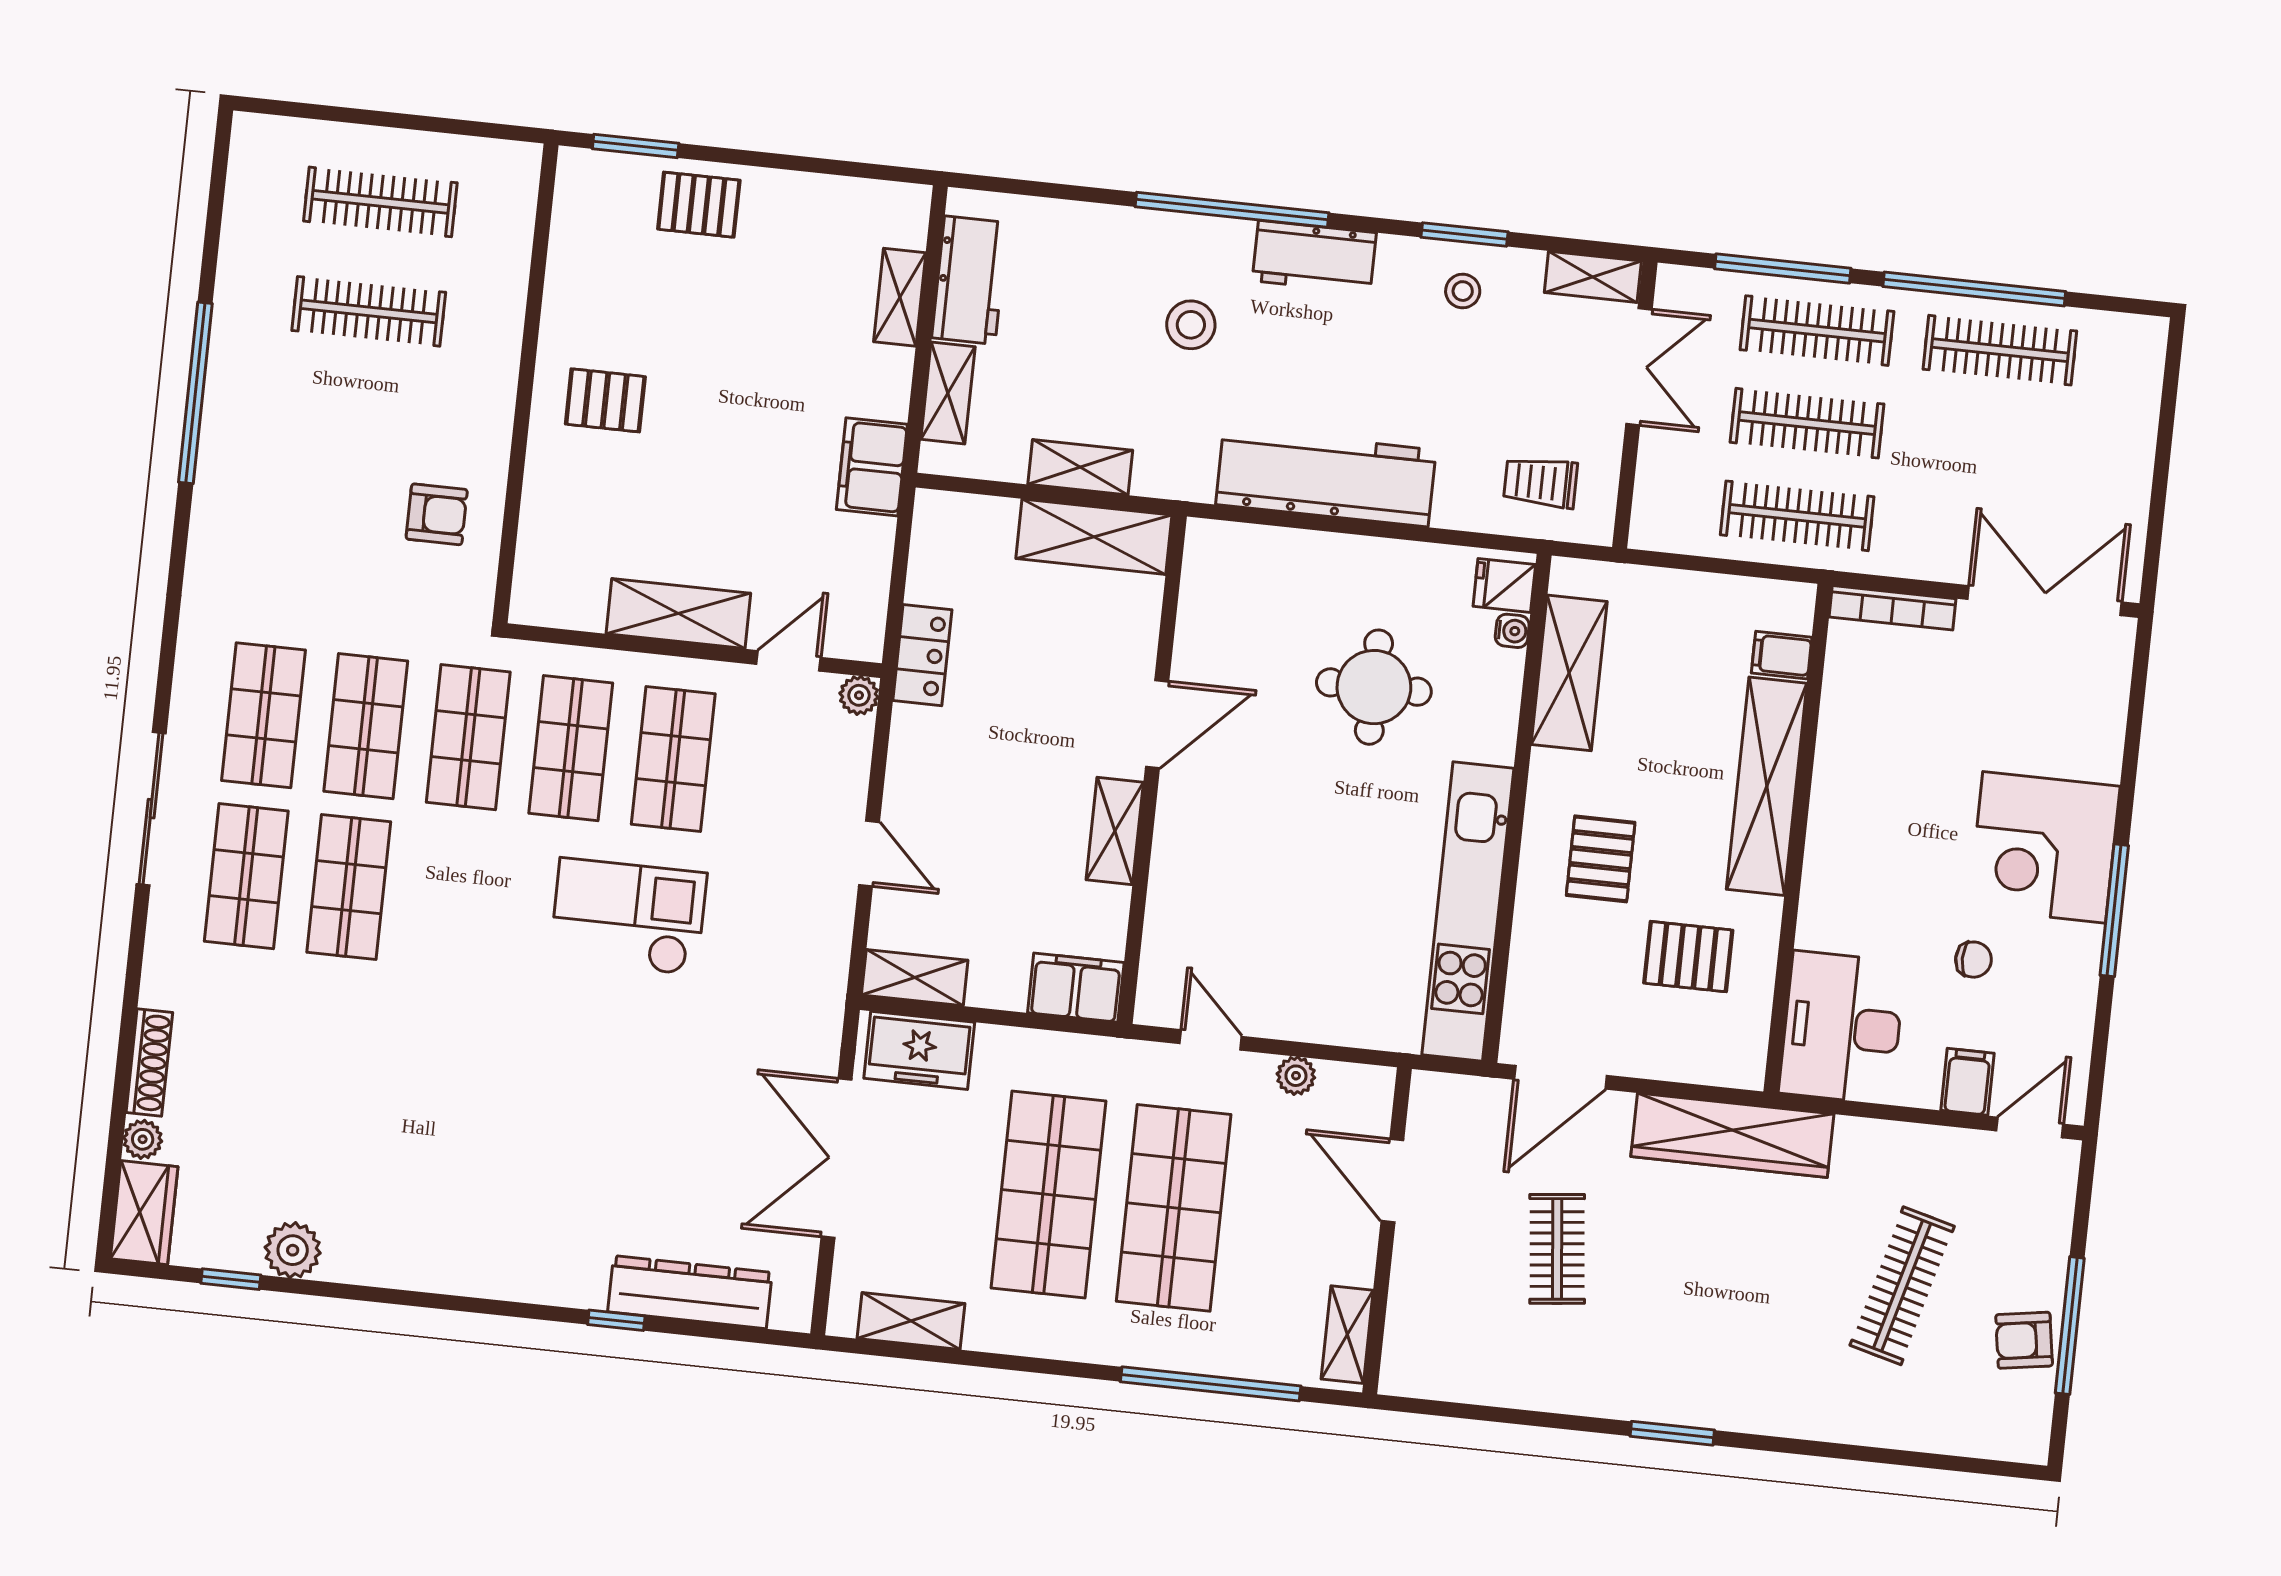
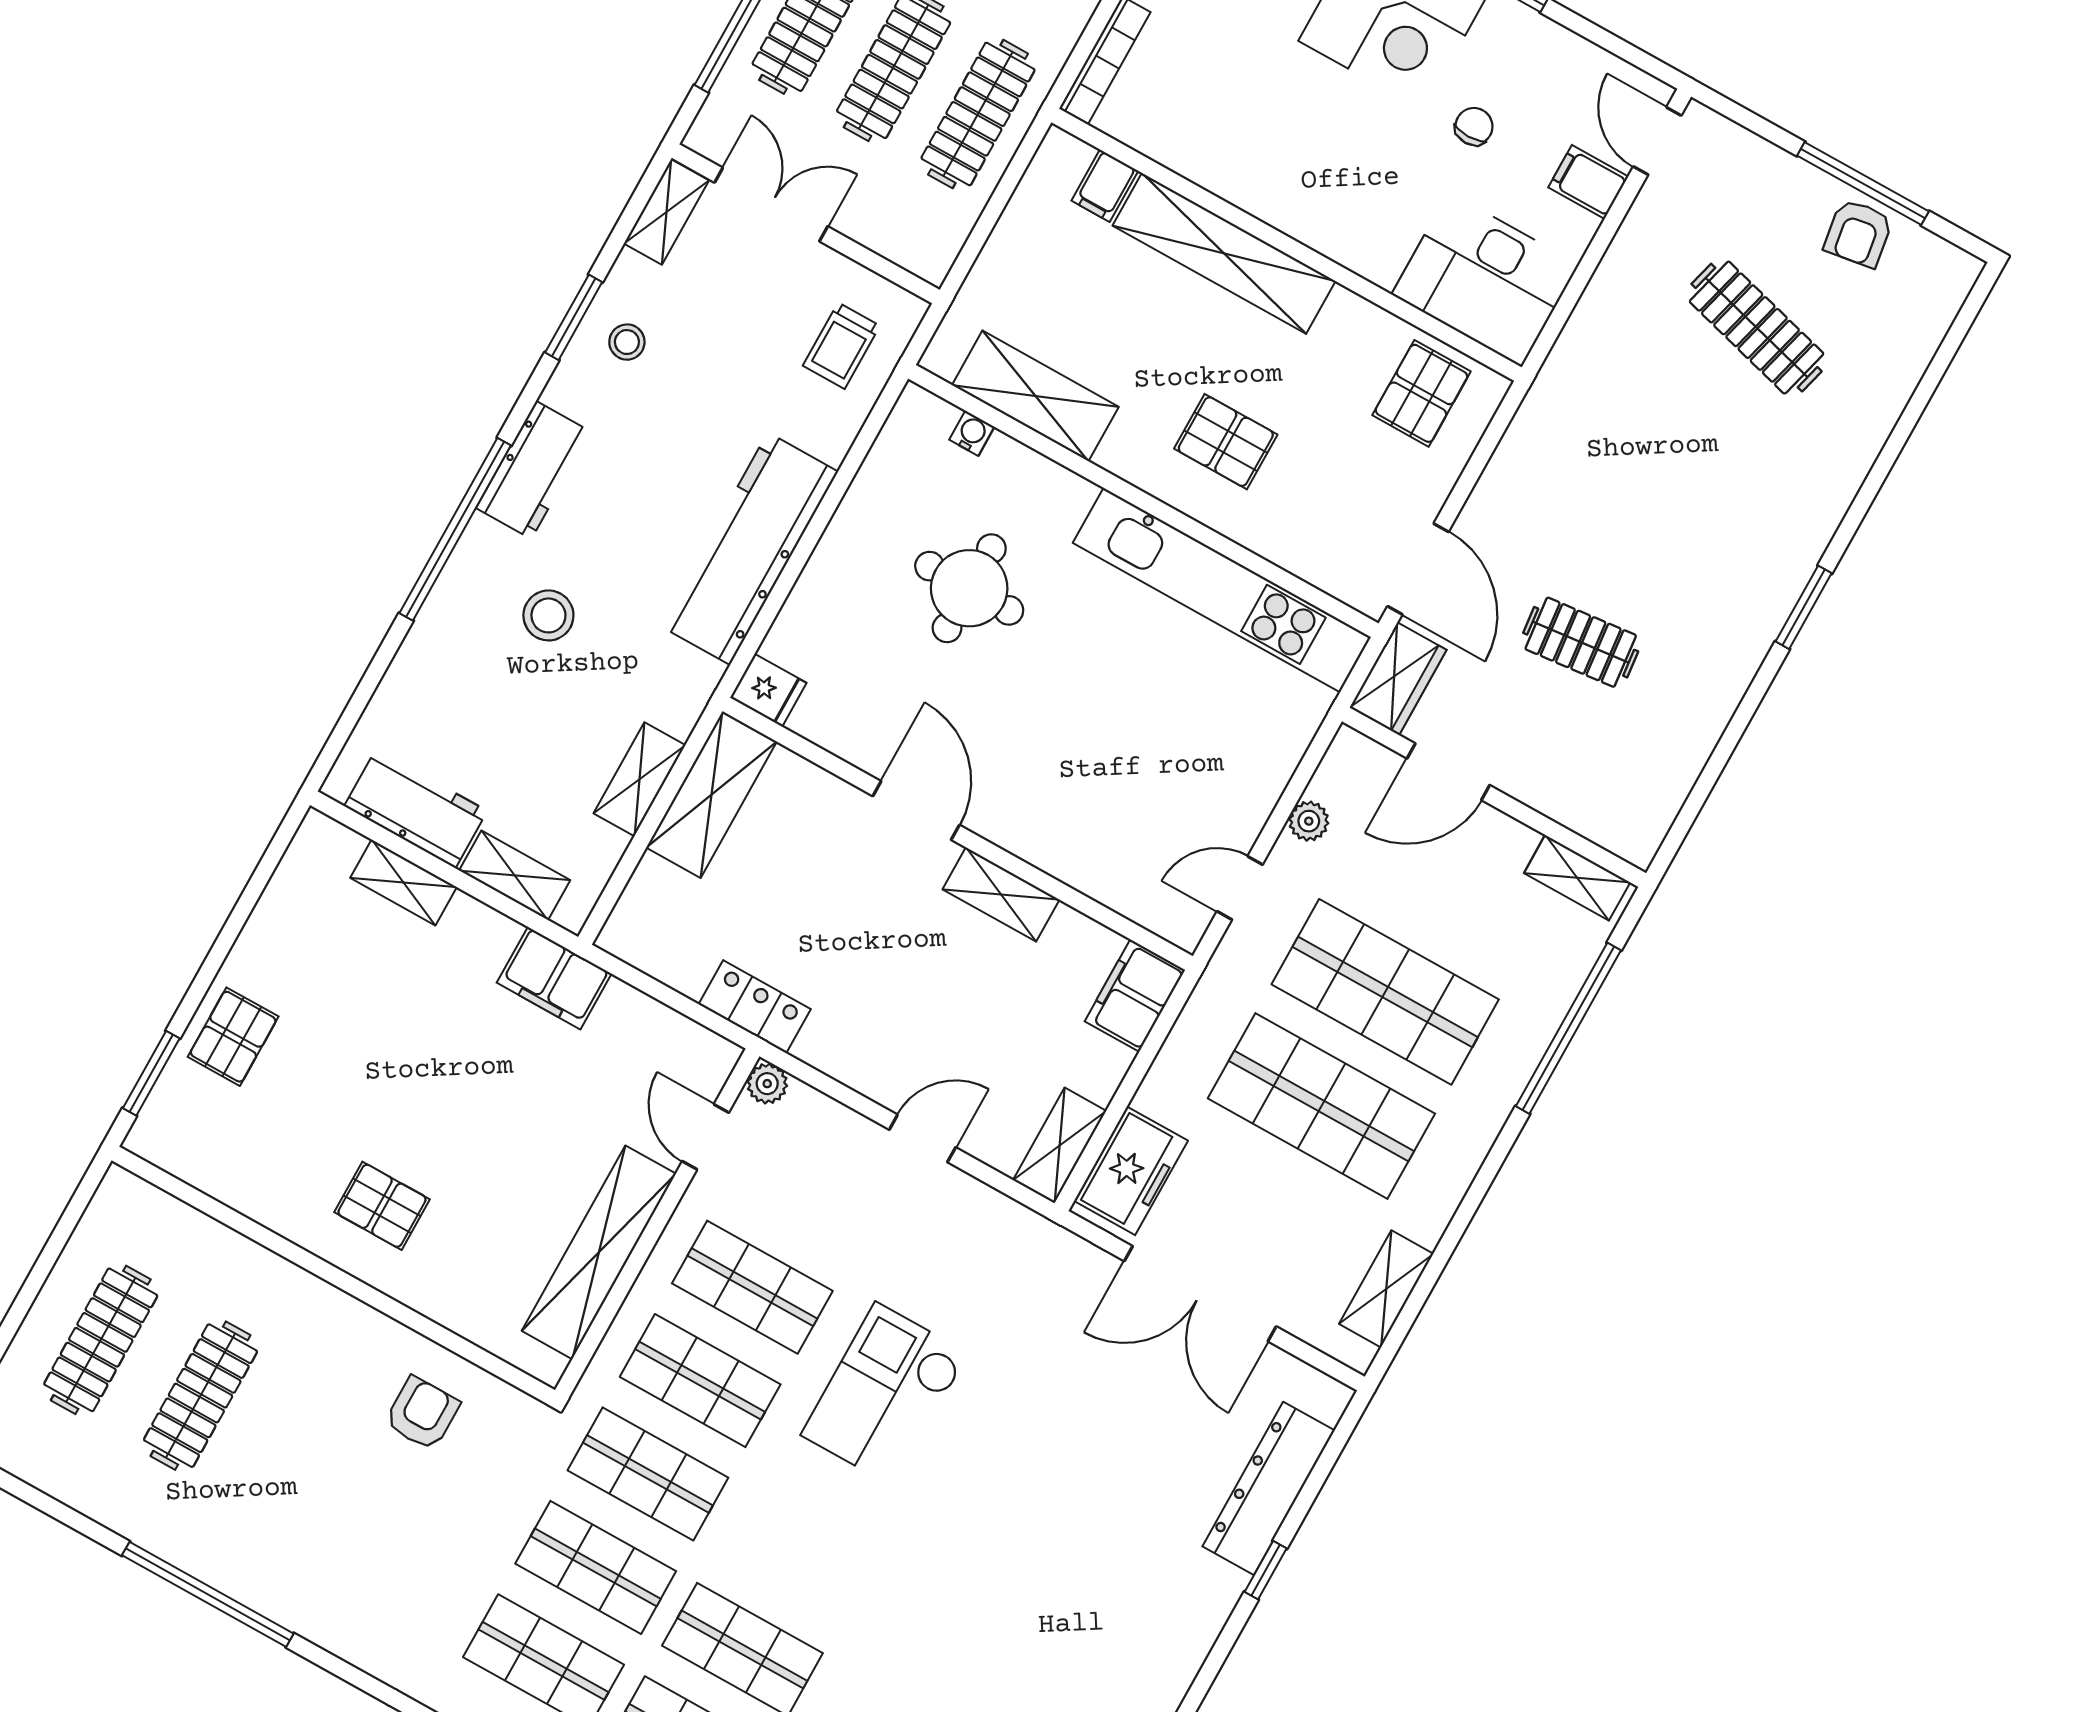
pallet: (605, 400) -> (382, 1206), turned 90
fridge: (1504, 585) -> (768, 690), moved, turned -90
shelving: (678, 613) -> (599, 1252), width x1.47
pallet: (1688, 957) -> (1422, 393), moved
wardrobe: (1732, 1135) -> (1398, 679), moved, width x0.48, depth x0.85

